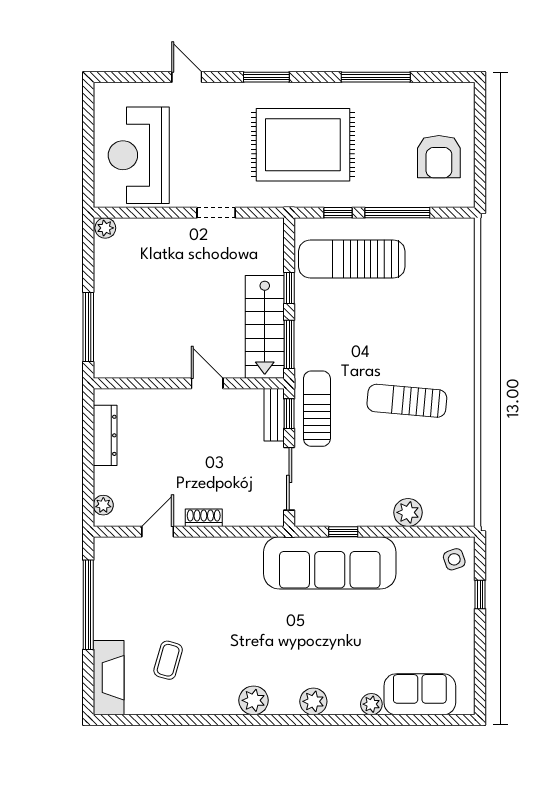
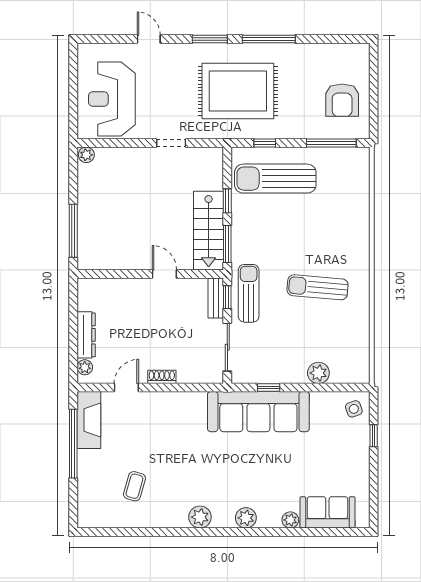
window: (376, 77) -> (269, 39), moved
window: (397, 213) -> (331, 143), moved
dresser: (105, 435) -> (86, 335), moved
fireplace: (109, 678) -> (89, 420), moved

